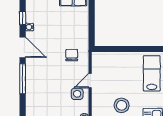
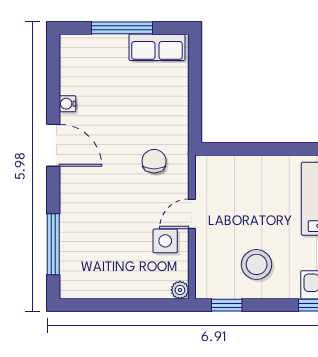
window: (23, 18) -> (53, 85), removed
window: (23, 79) -> (53, 244), moved

